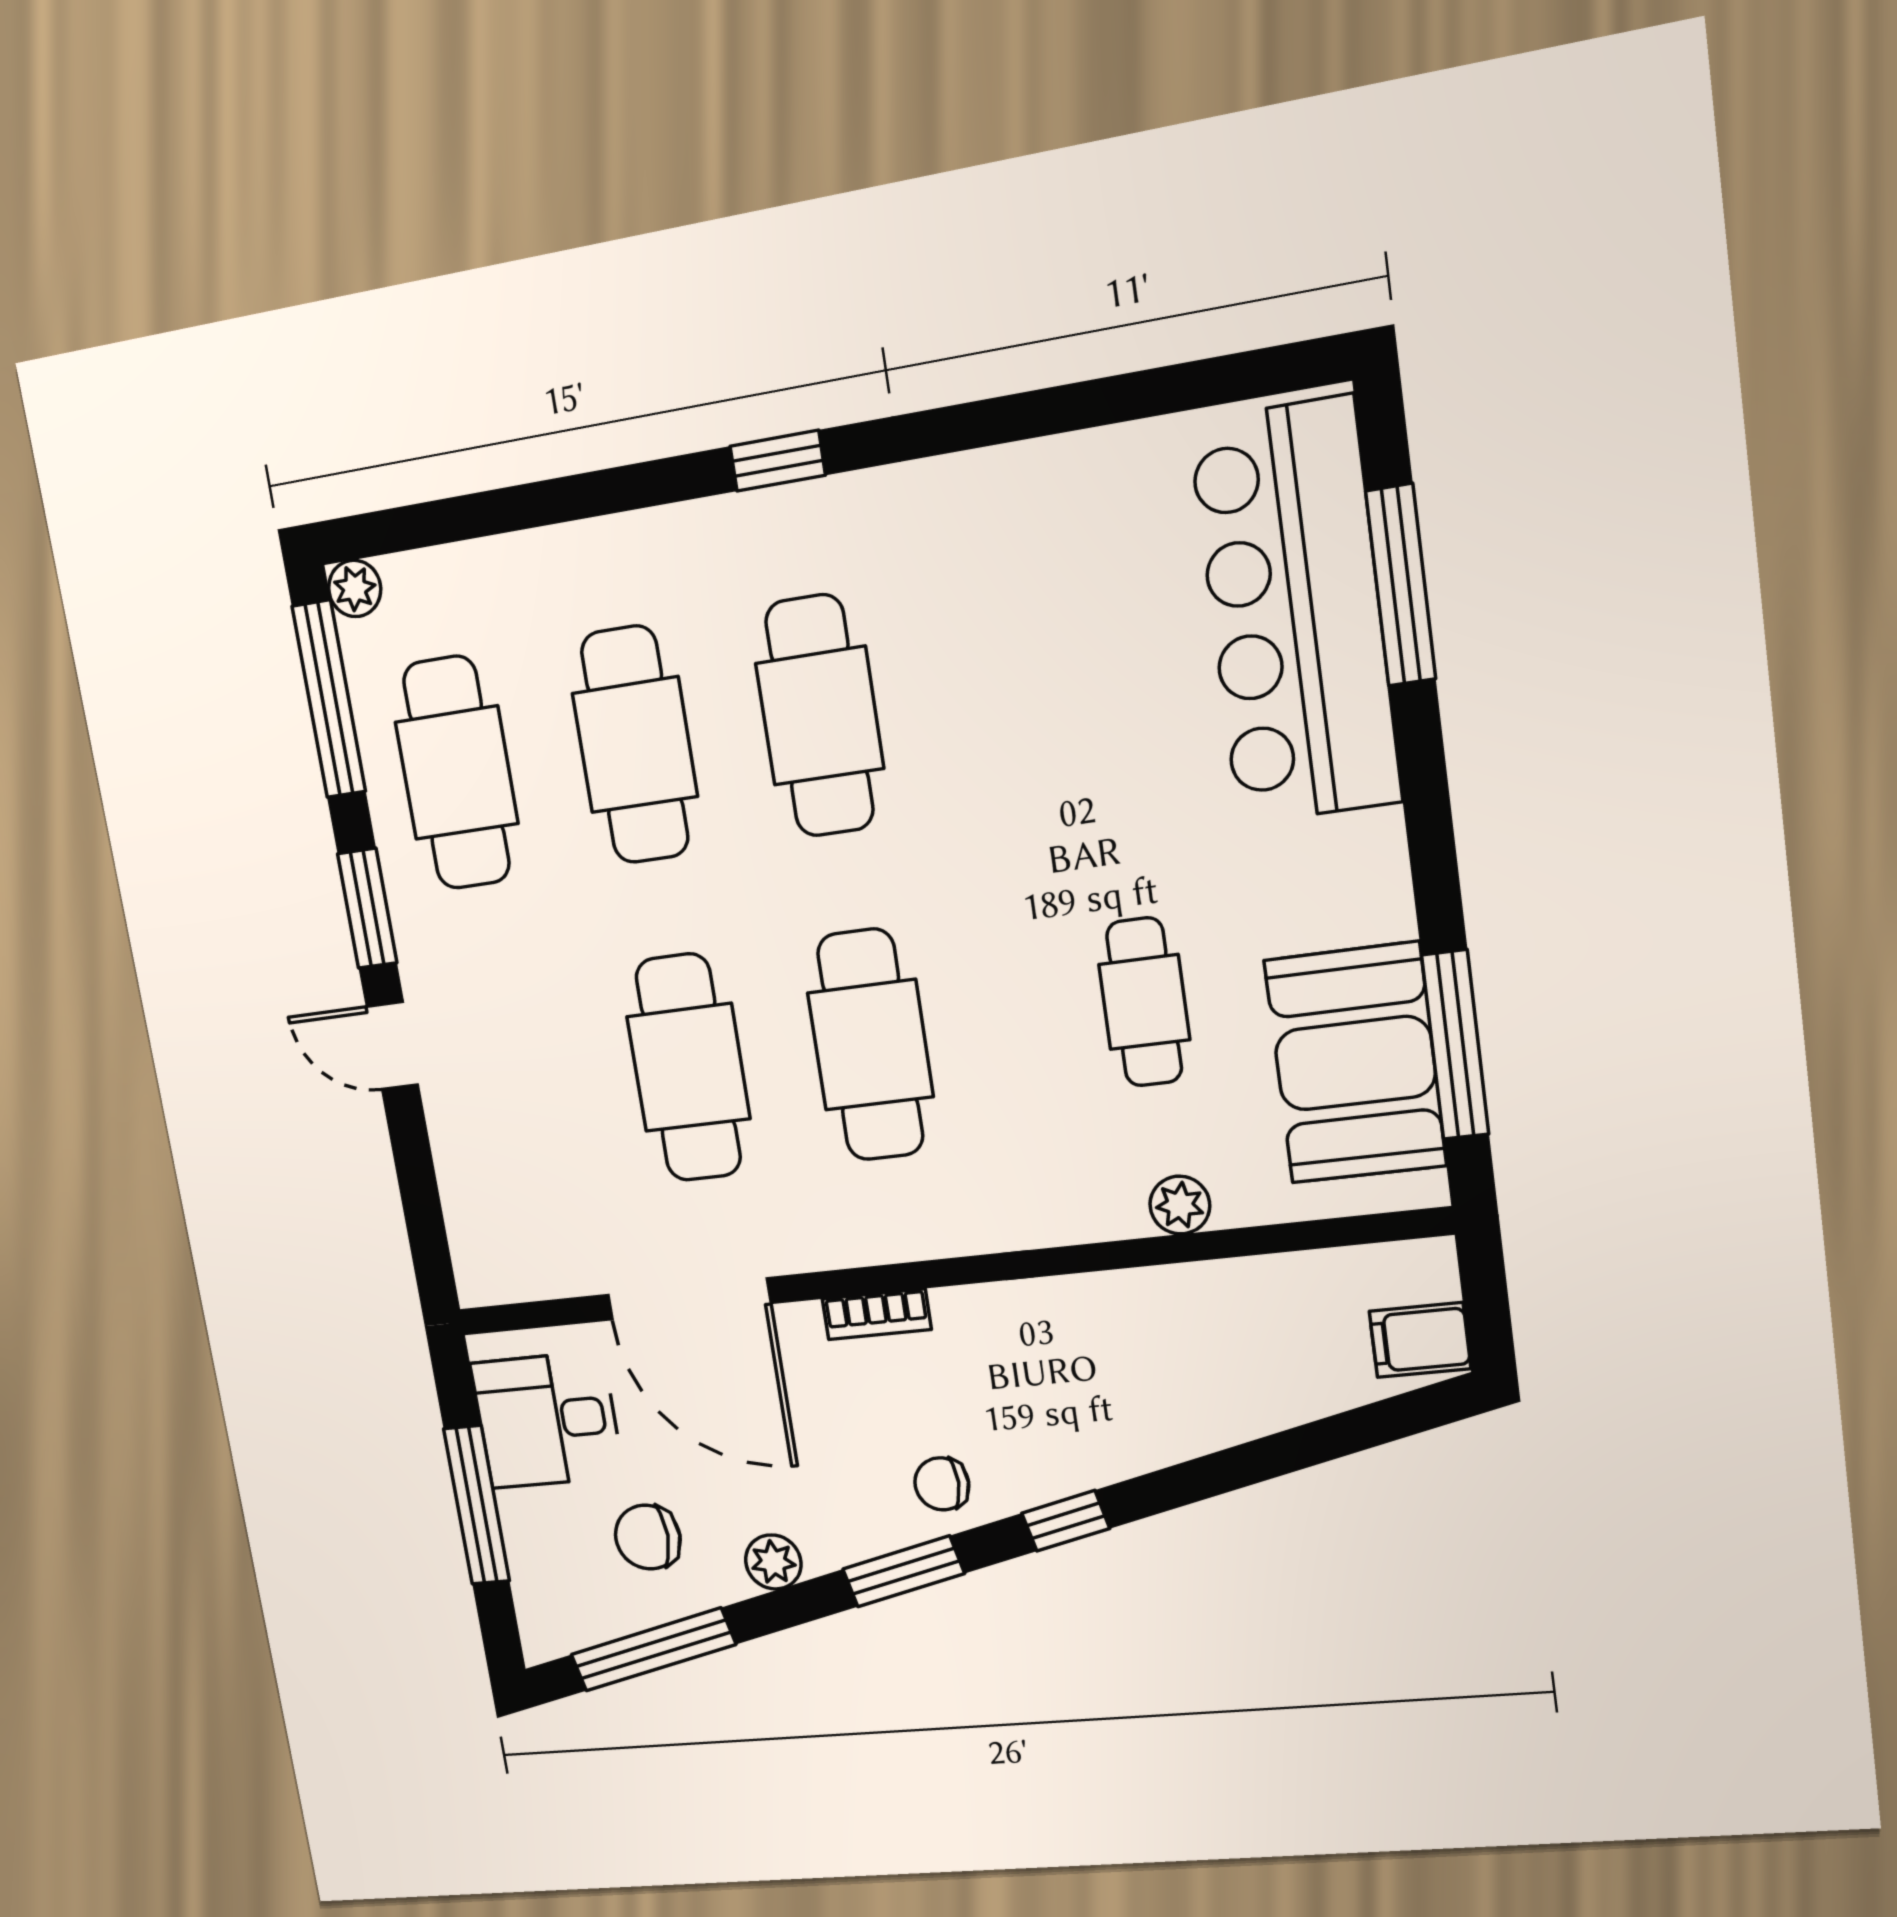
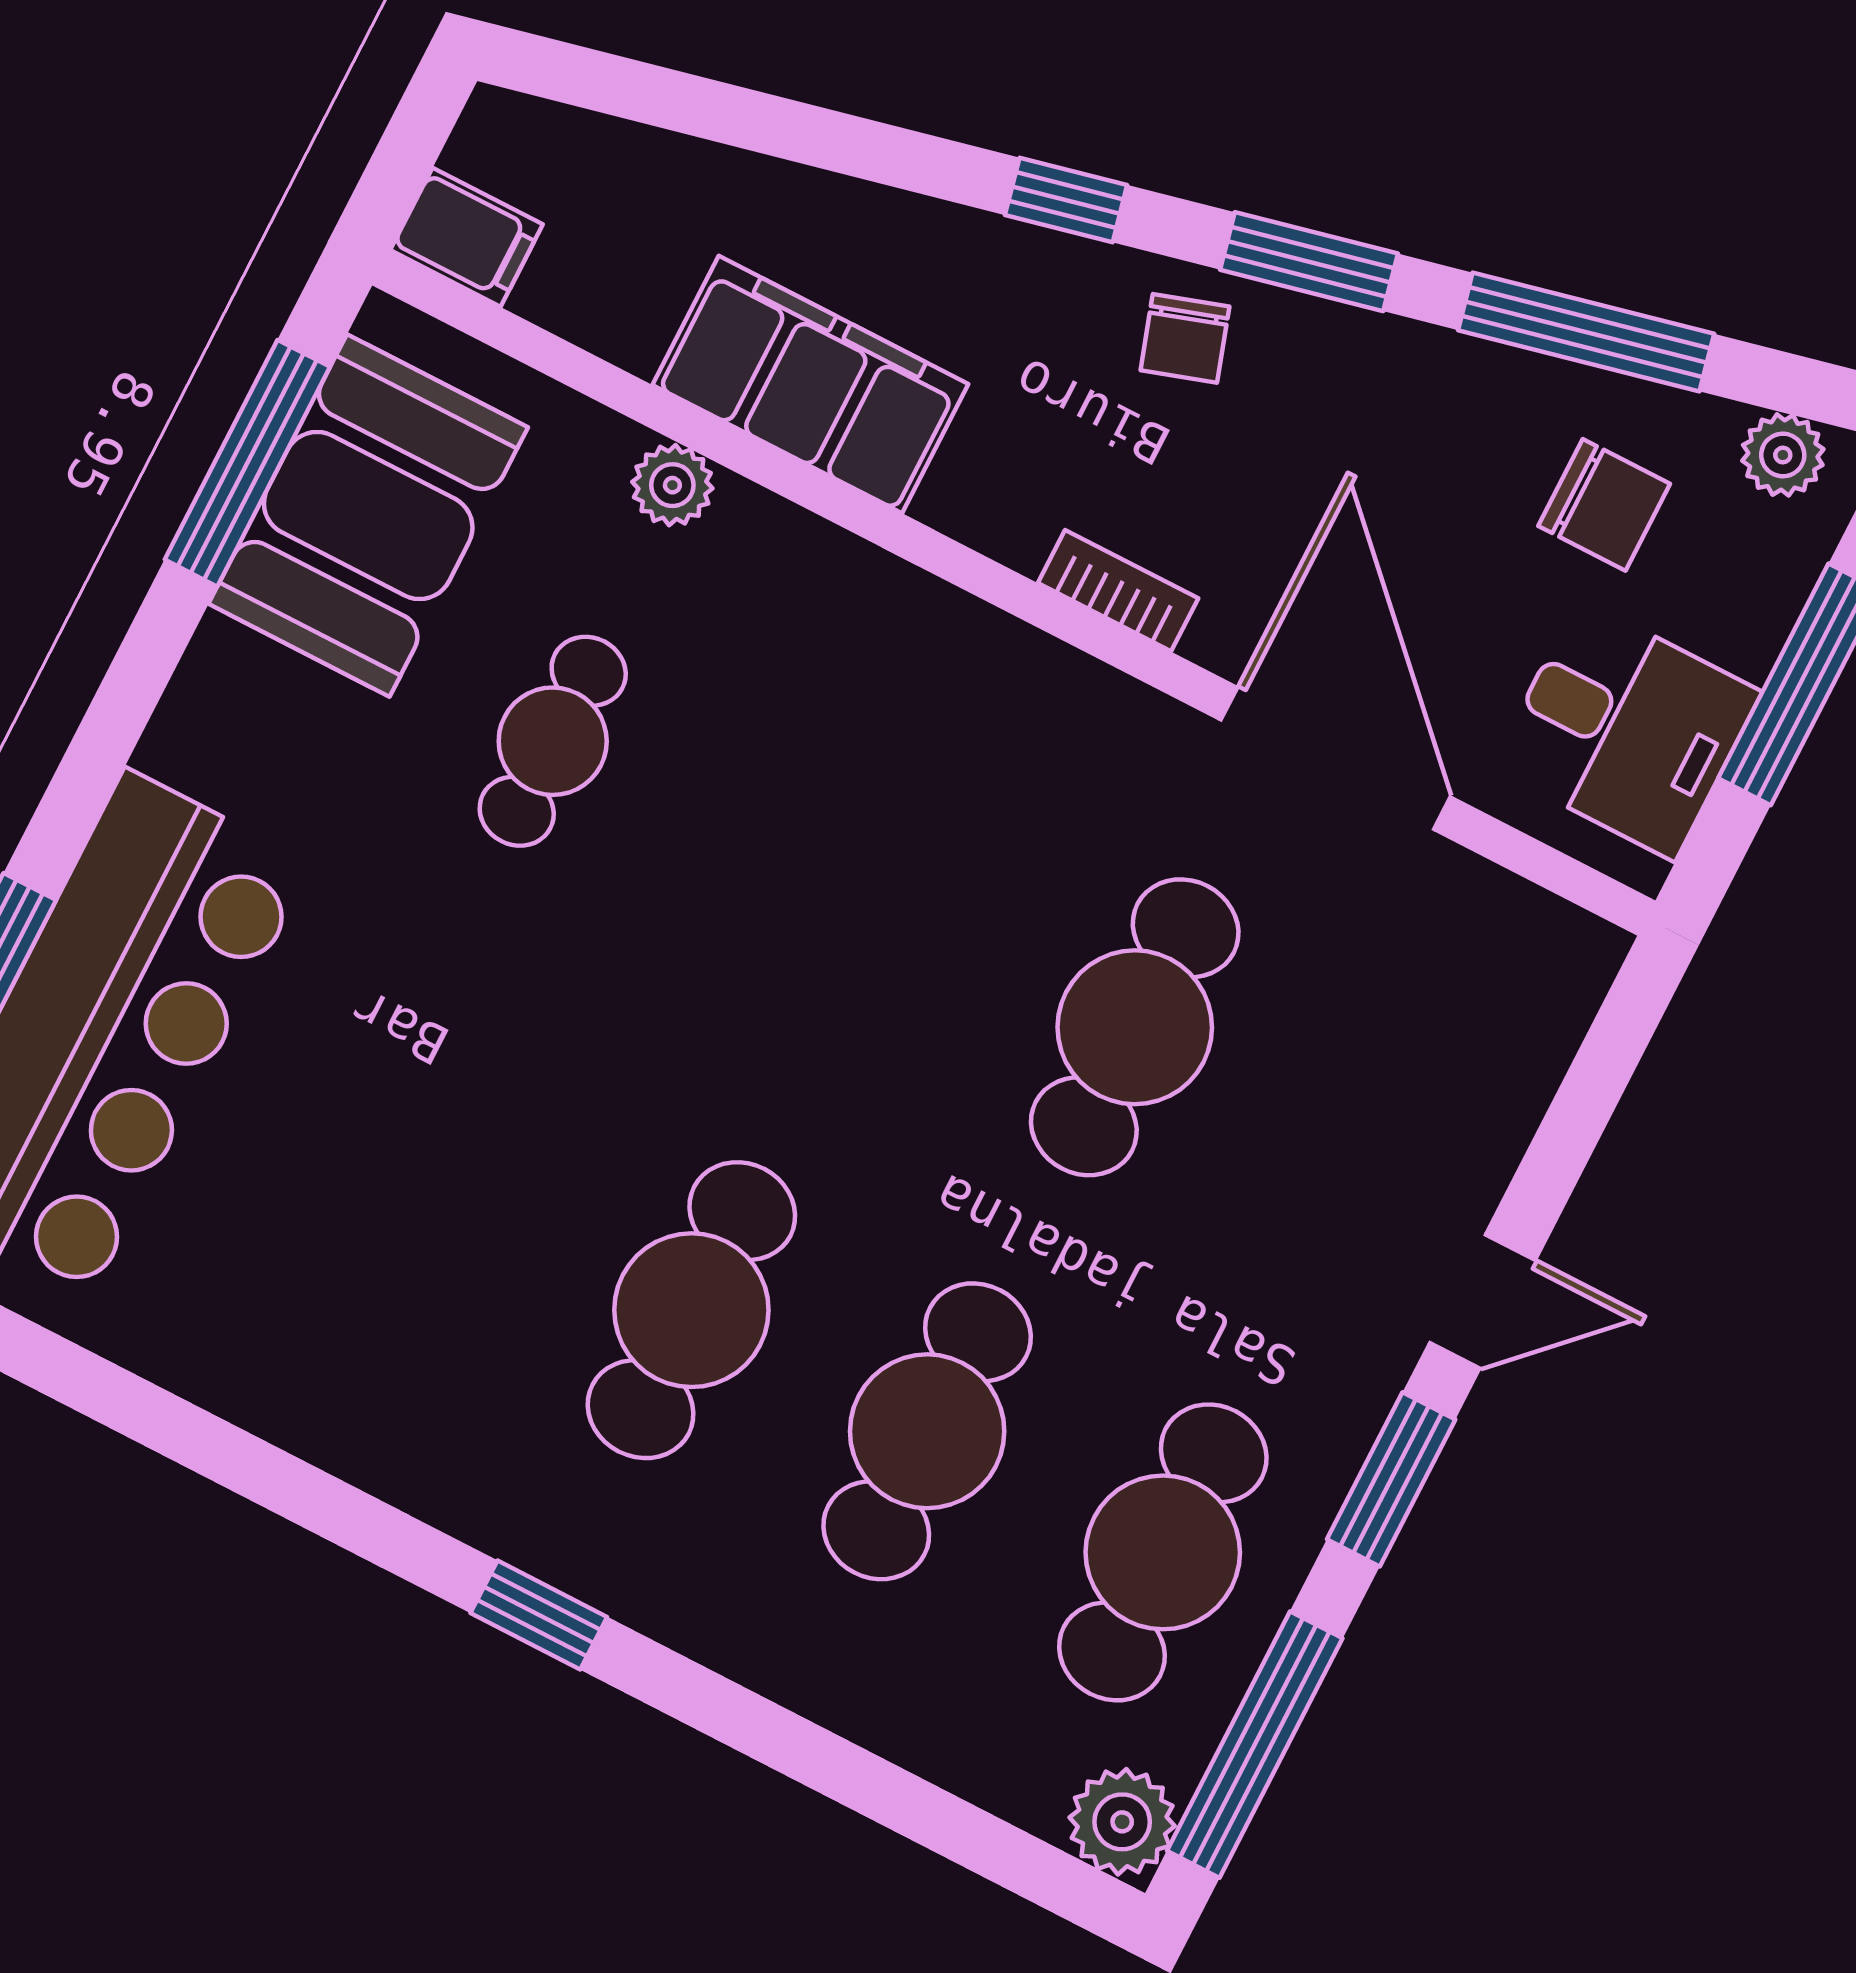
plant: (355, 588) -> (1122, 1822), width x1.38, depth x1.38
cafe table: (870, 1045) -> (899, 906), removed
door: (392, 1046) -> (1483, 1301), hinge flipped
filing cabinet: (1139, 1319) -> (810, 384), added
filing cabinet: (1420, 1340) -> (467, 237), moved
chair: (942, 1484) -> (1185, 338), turned 72
plant: (773, 1562) -> (1783, 455), moved
window: (653, 1649) -> (1586, 332), moved

